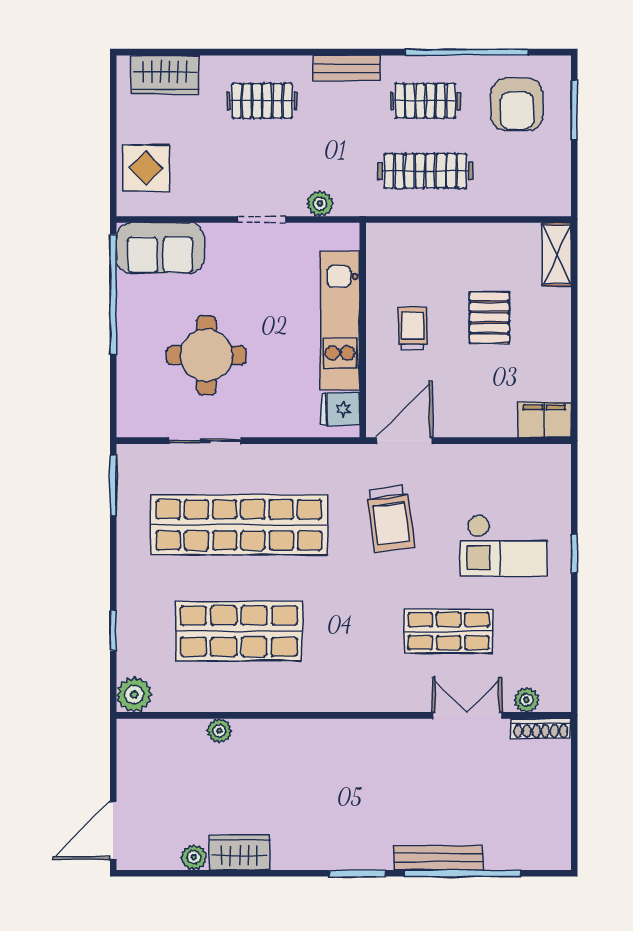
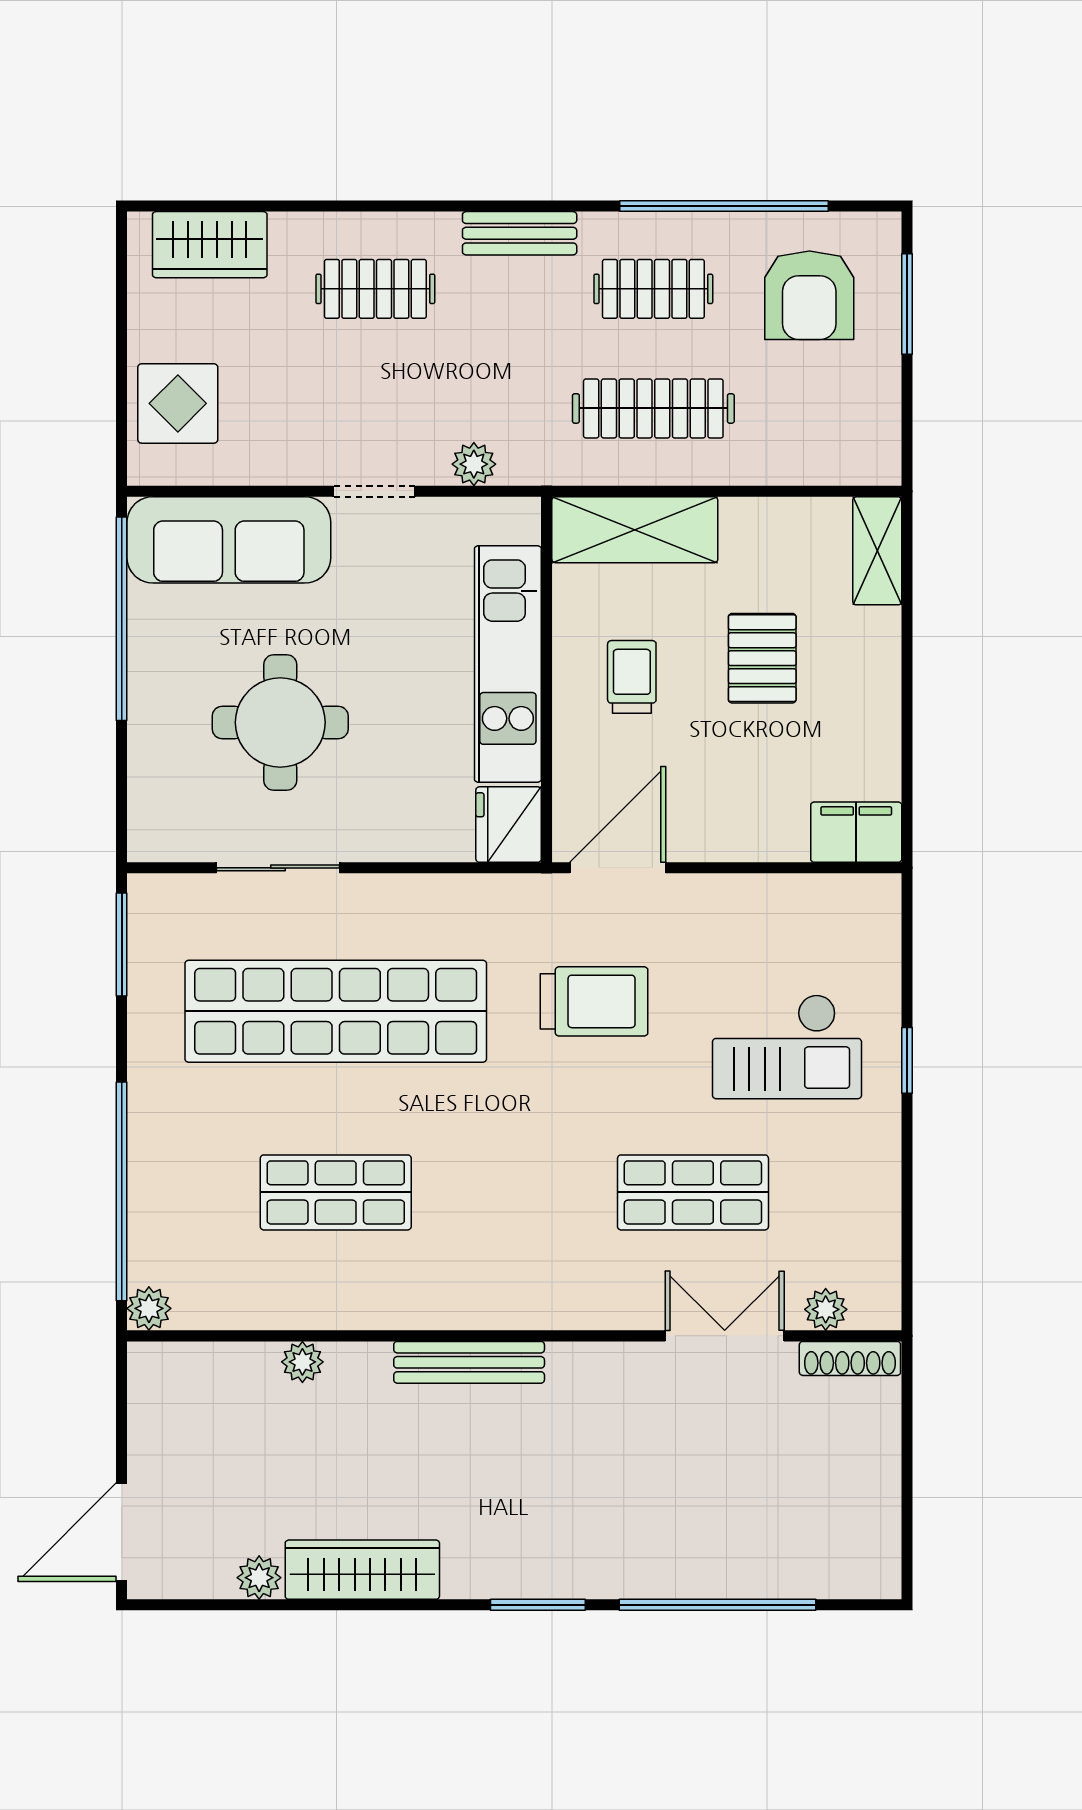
shelving: (414, 242) -> (635, 530), added
sofa: (160, 248) -> (229, 540), width x1.36
fridge: (340, 409) -> (509, 825), width x1.38
trolley: (391, 519) -> (594, 1001), turned -82
window: (113, 631) -> (122, 1191), width x3.17
shop shelf: (239, 631) -> (336, 1192), width x0.70, depth x0.74
plant: (134, 694) -> (149, 1308), width x0.73, depth x0.73
wardrobe: (239, 853) -> (362, 1570), width x1.50
bench: (438, 858) -> (469, 1362), moved

